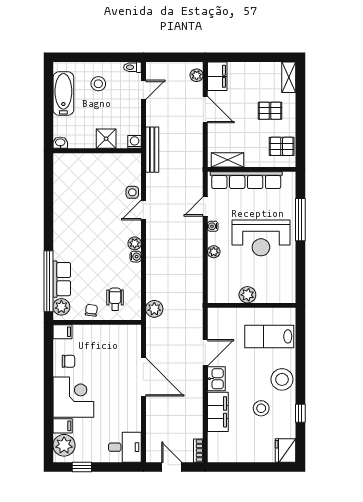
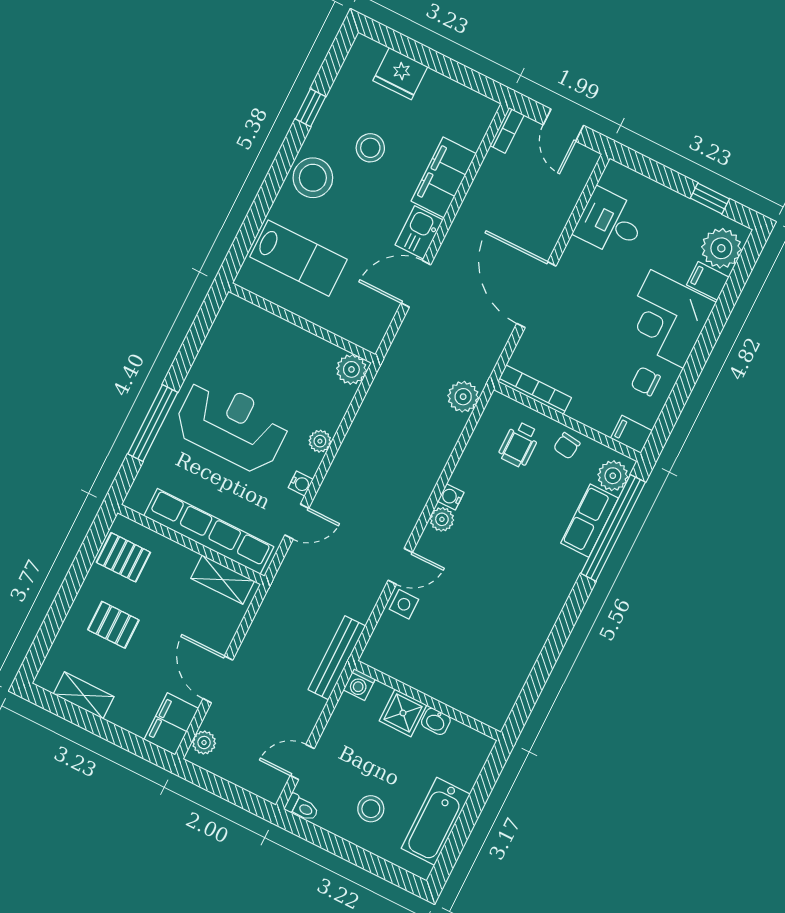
shelving: (289, 77) -> (84, 695), moved, turned 90
washbasin: (60, 143) -> (436, 721), moved
plant: (247, 295) -> (351, 369), moved
bookcase: (121, 330) -> (535, 390), added
desk: (125, 447) -> (610, 223), moved
fridge: (286, 450) -> (400, 74), moved, turned 90

